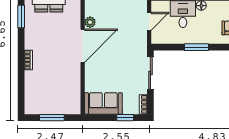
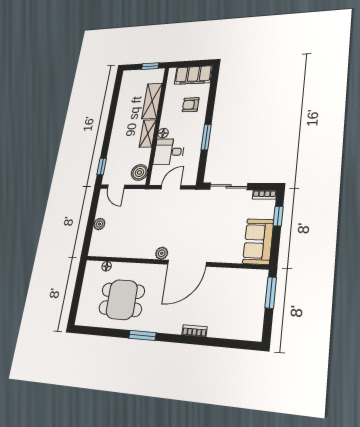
door: (149, 21) -> (171, 187), hinge flipped
door: (83, 46) -> (187, 263), swing flipped
window: (52, 118) -> (271, 293), moved

